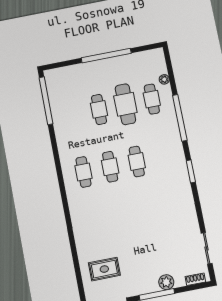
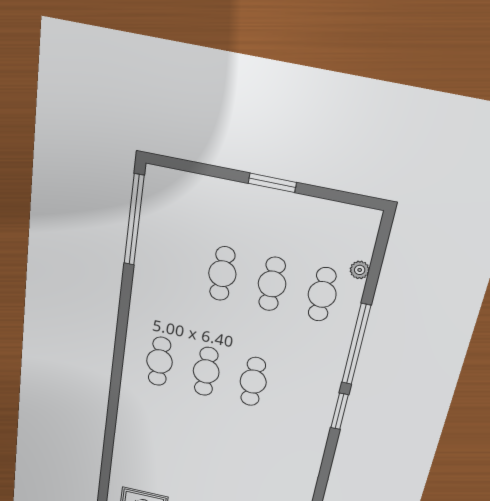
window: (106, 56) -> (272, 183), width x0.47
cafe table: (125, 104) -> (272, 284), width x0.73, depth x0.74
window: (191, 171) -> (340, 411), moved

